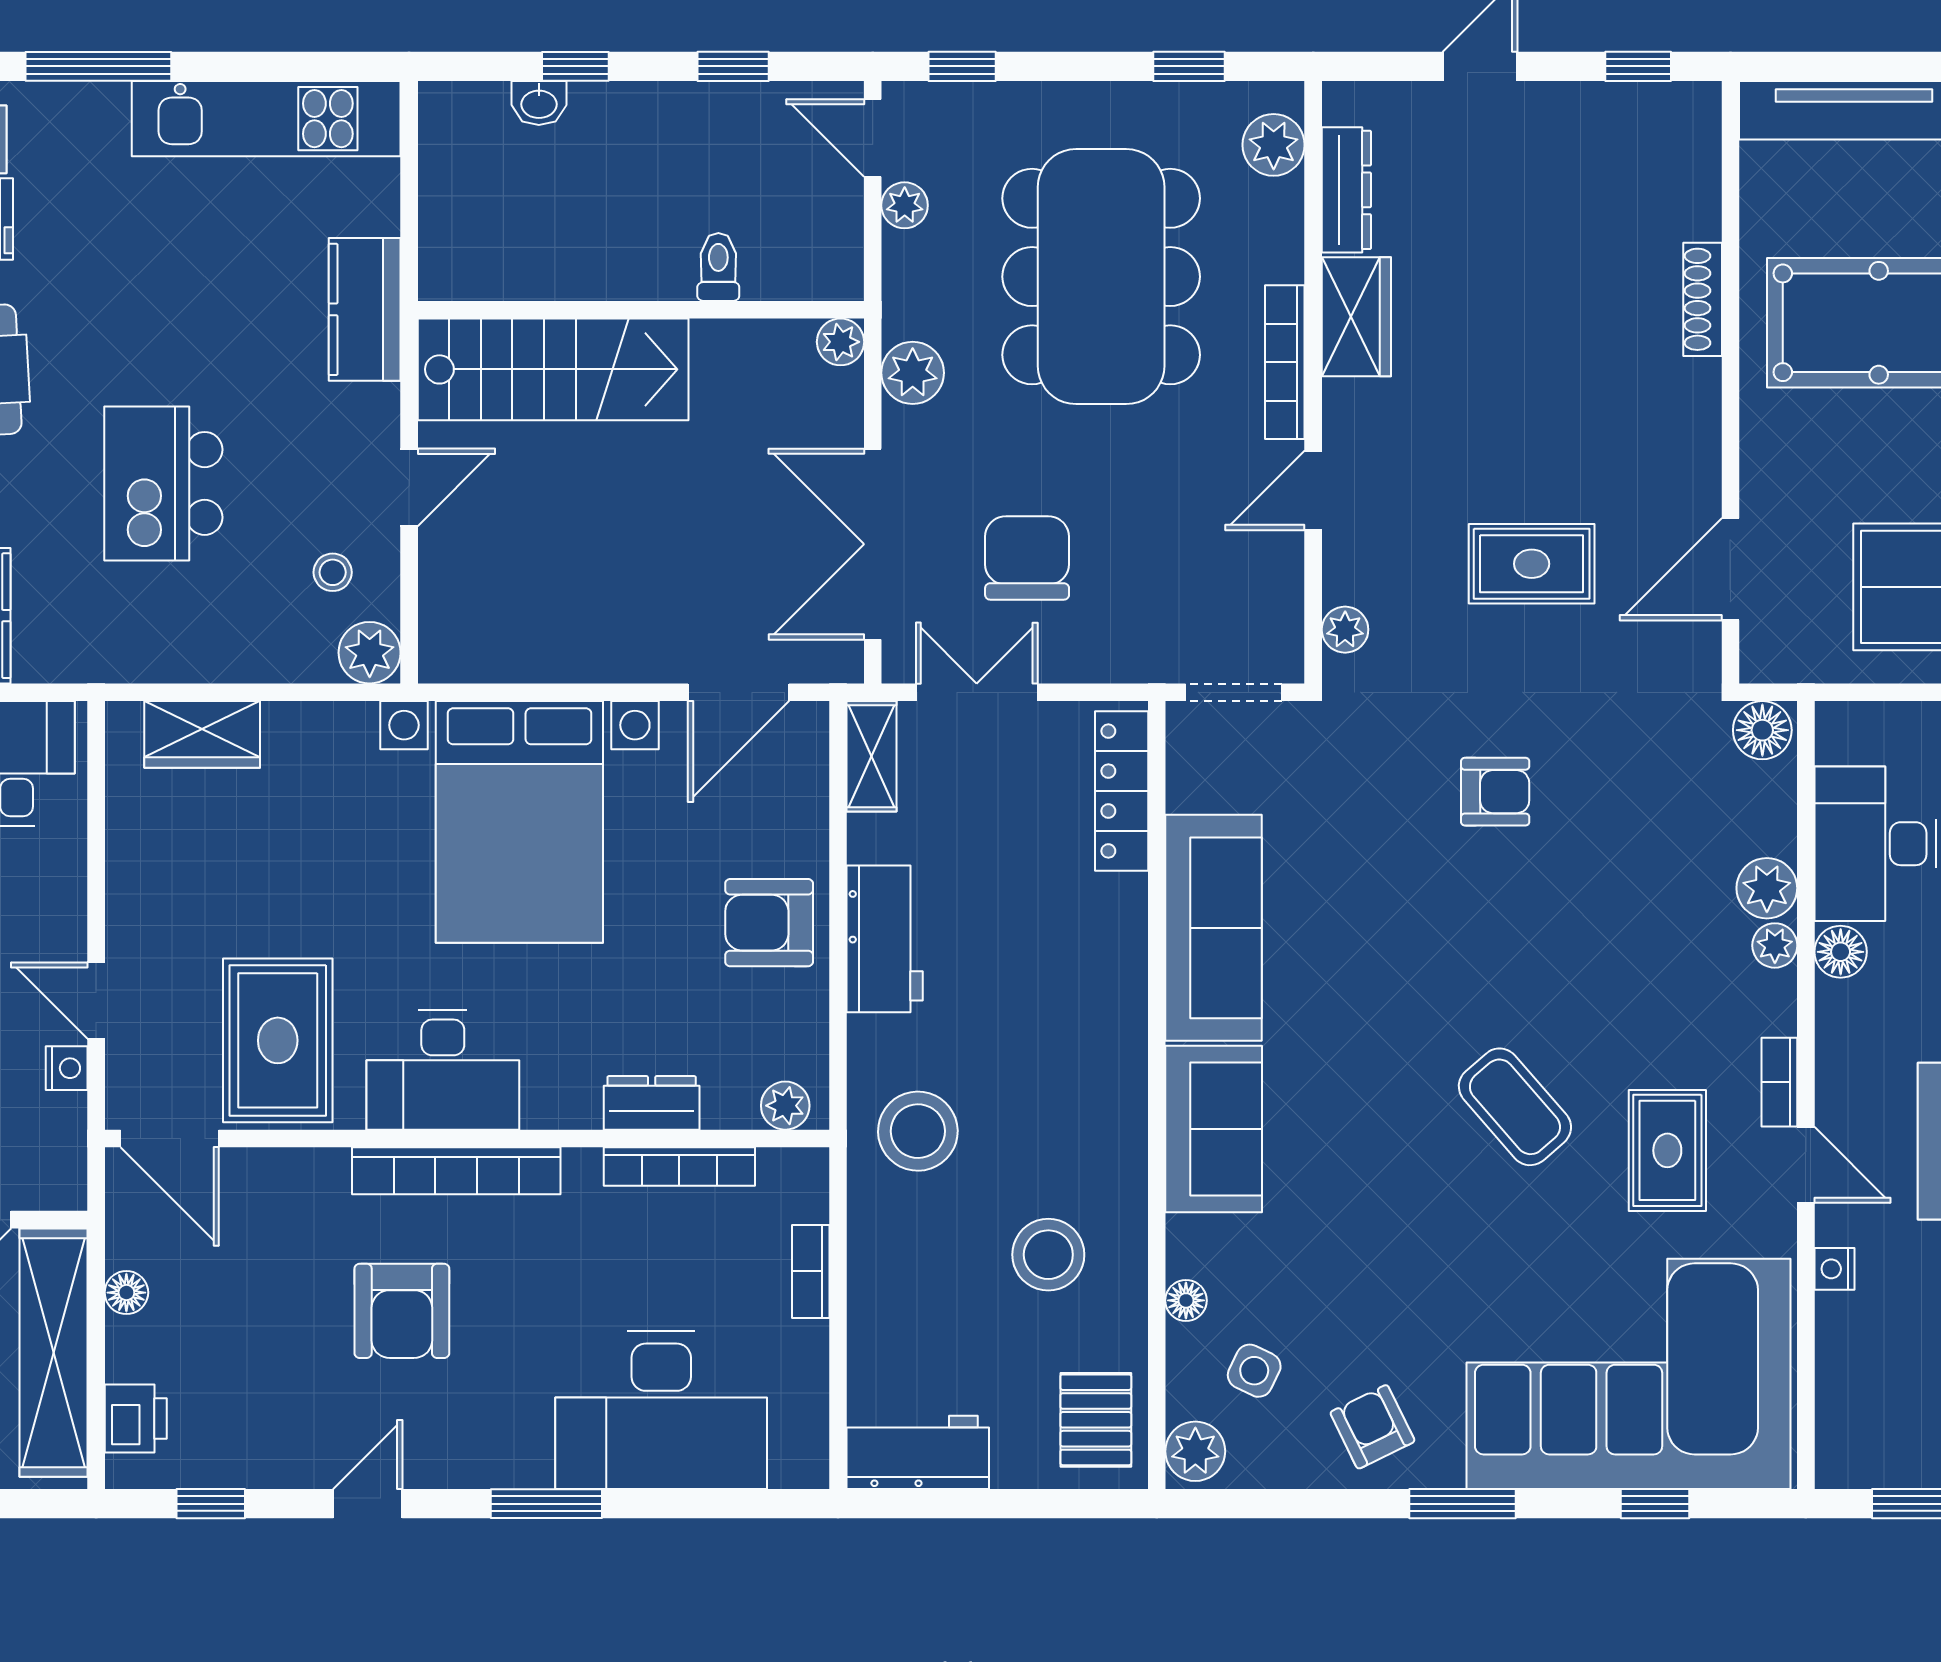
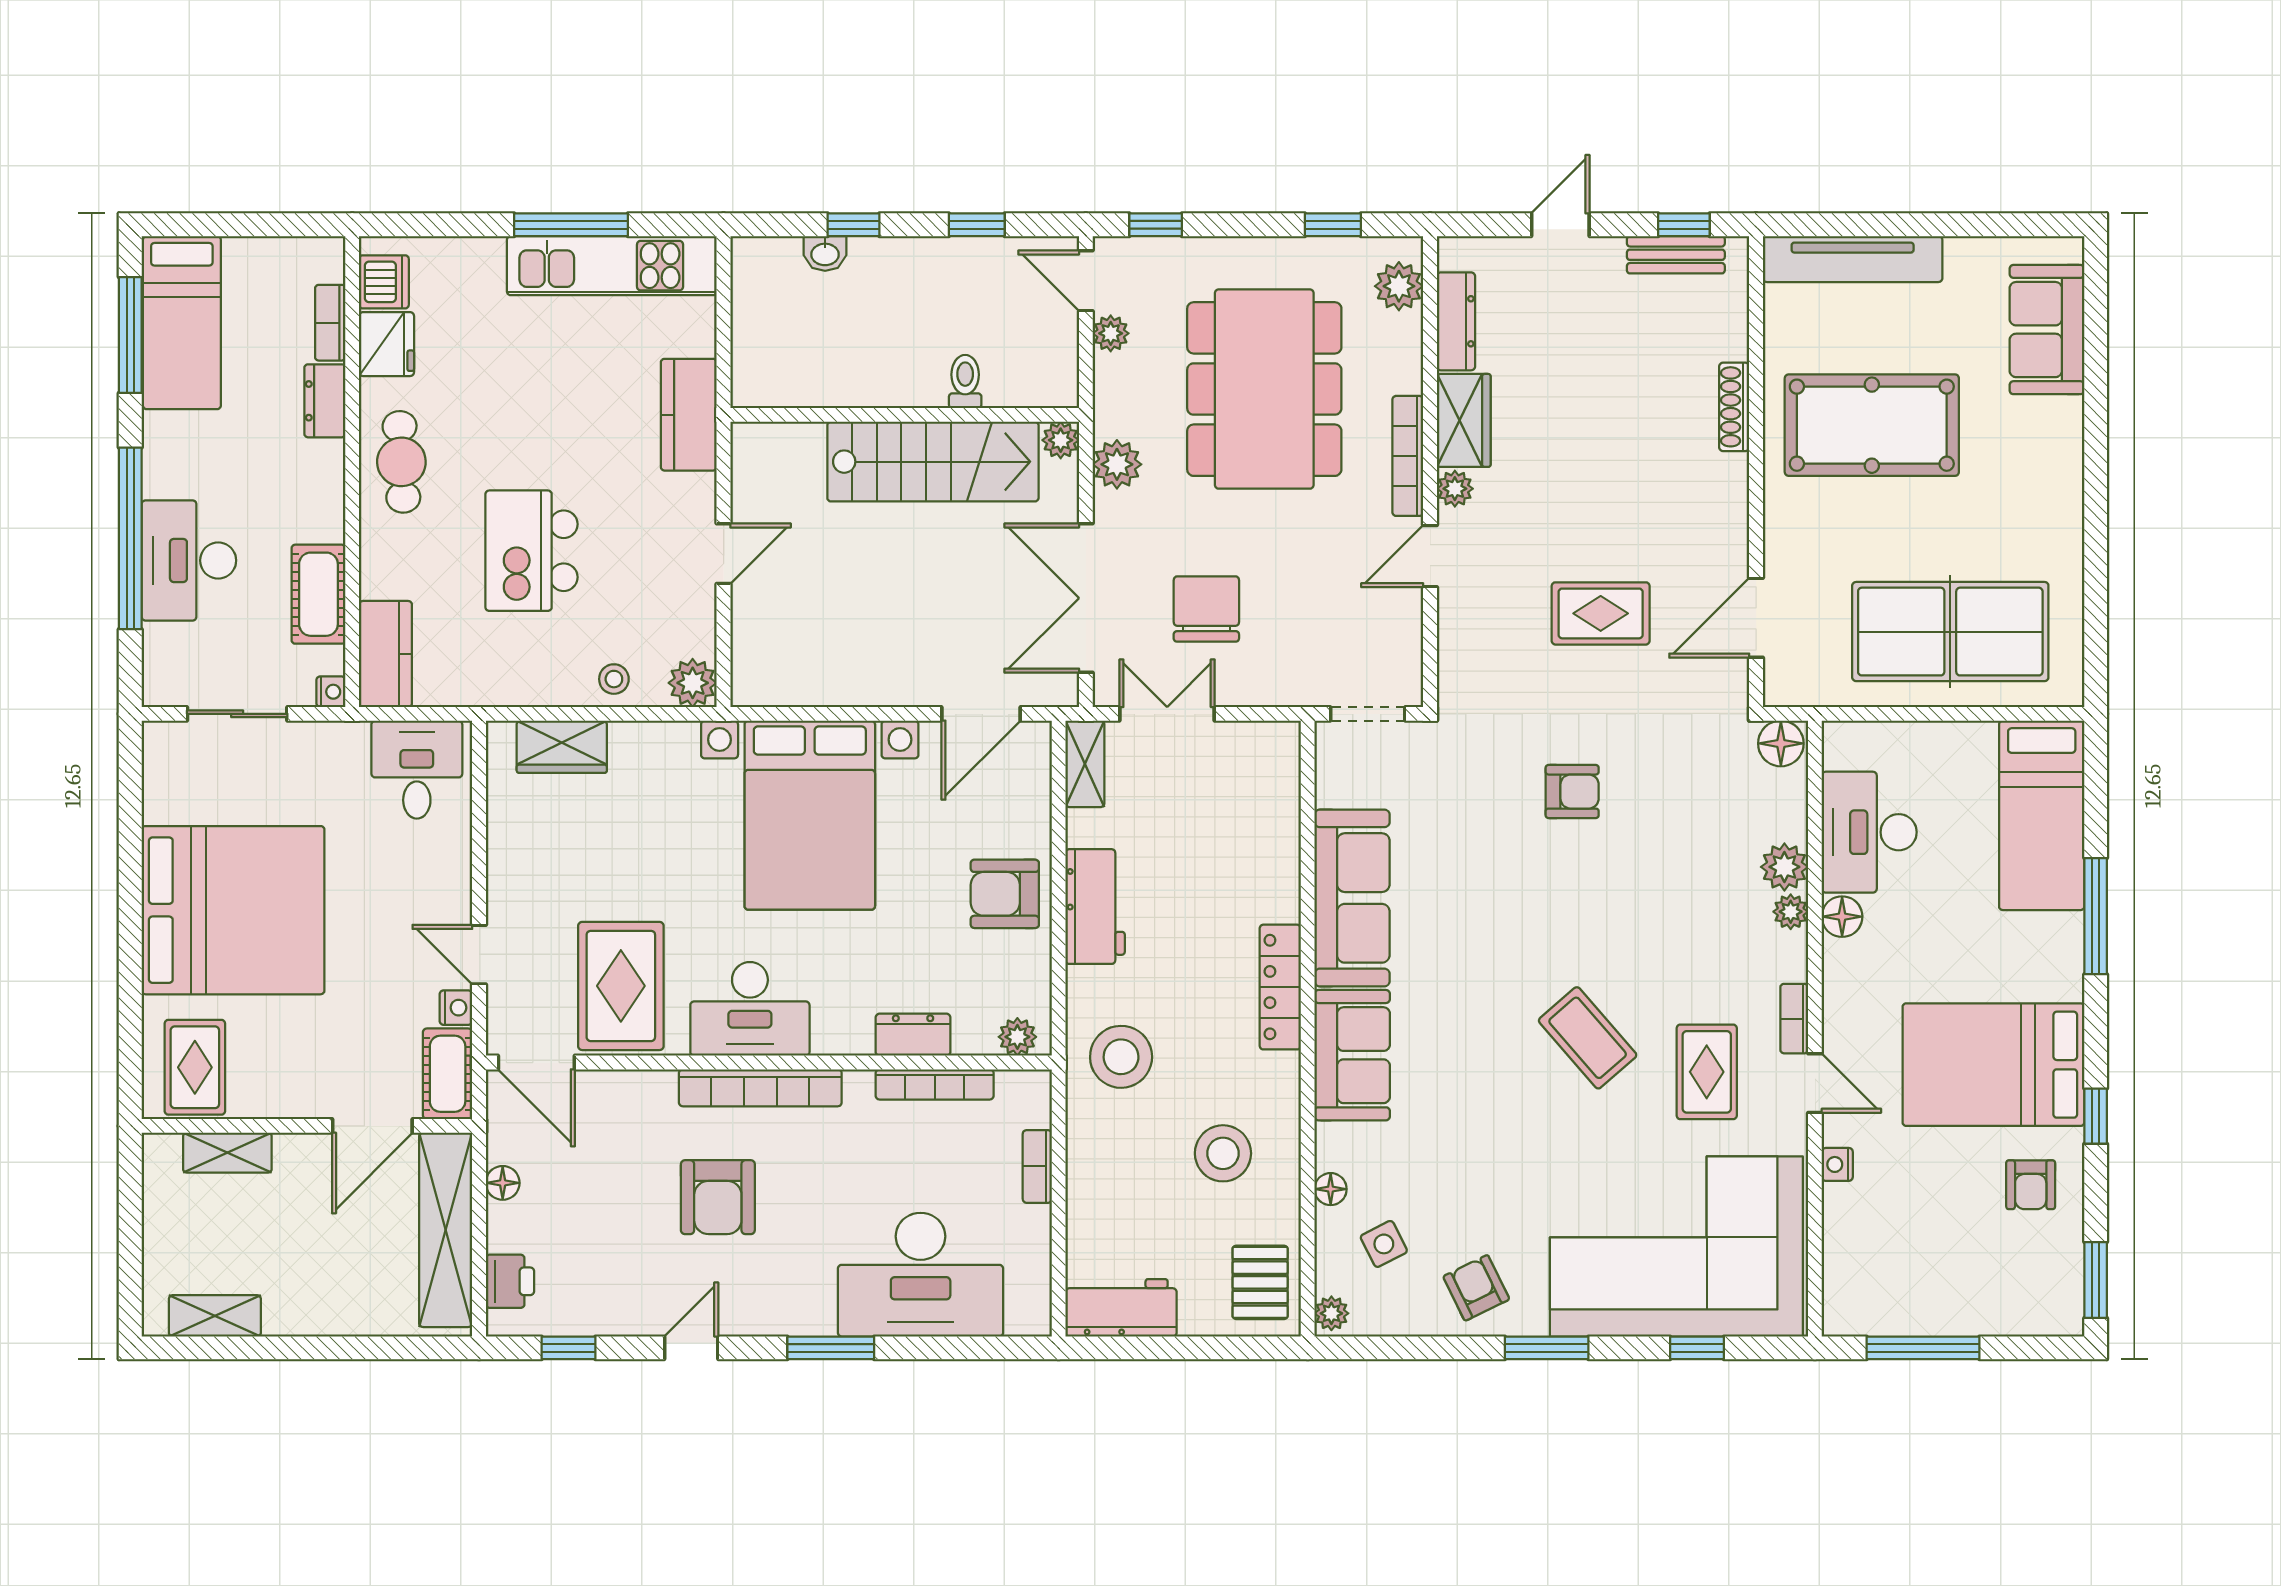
window: (98, 66) -> (571, 225), moved
bench: (1628, 105) -> (1676, 255), added
stairs: (553, 369) -> (933, 462), moved
stool: (333, 572) -> (614, 679), moved
plant: (1345, 630) -> (1455, 489), moved
locker: (1122, 791) -> (1280, 987), moved
cot: (56, 1153) -> (448, 1074), added
side table: (1254, 1371) -> (1384, 1244), turned 37
plant: (1195, 1451) -> (1331, 1313), width x0.73, depth x0.73

